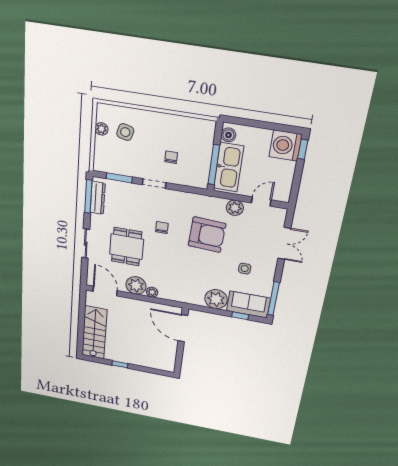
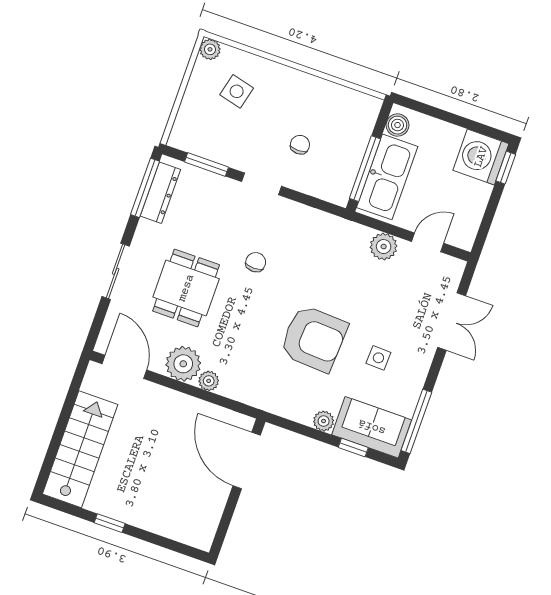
plant: (101, 129) -> (210, 49), moved
armchair: (207, 235) -> (314, 338), moved
plant: (216, 299) -> (324, 421), width x0.53, depth x0.53

